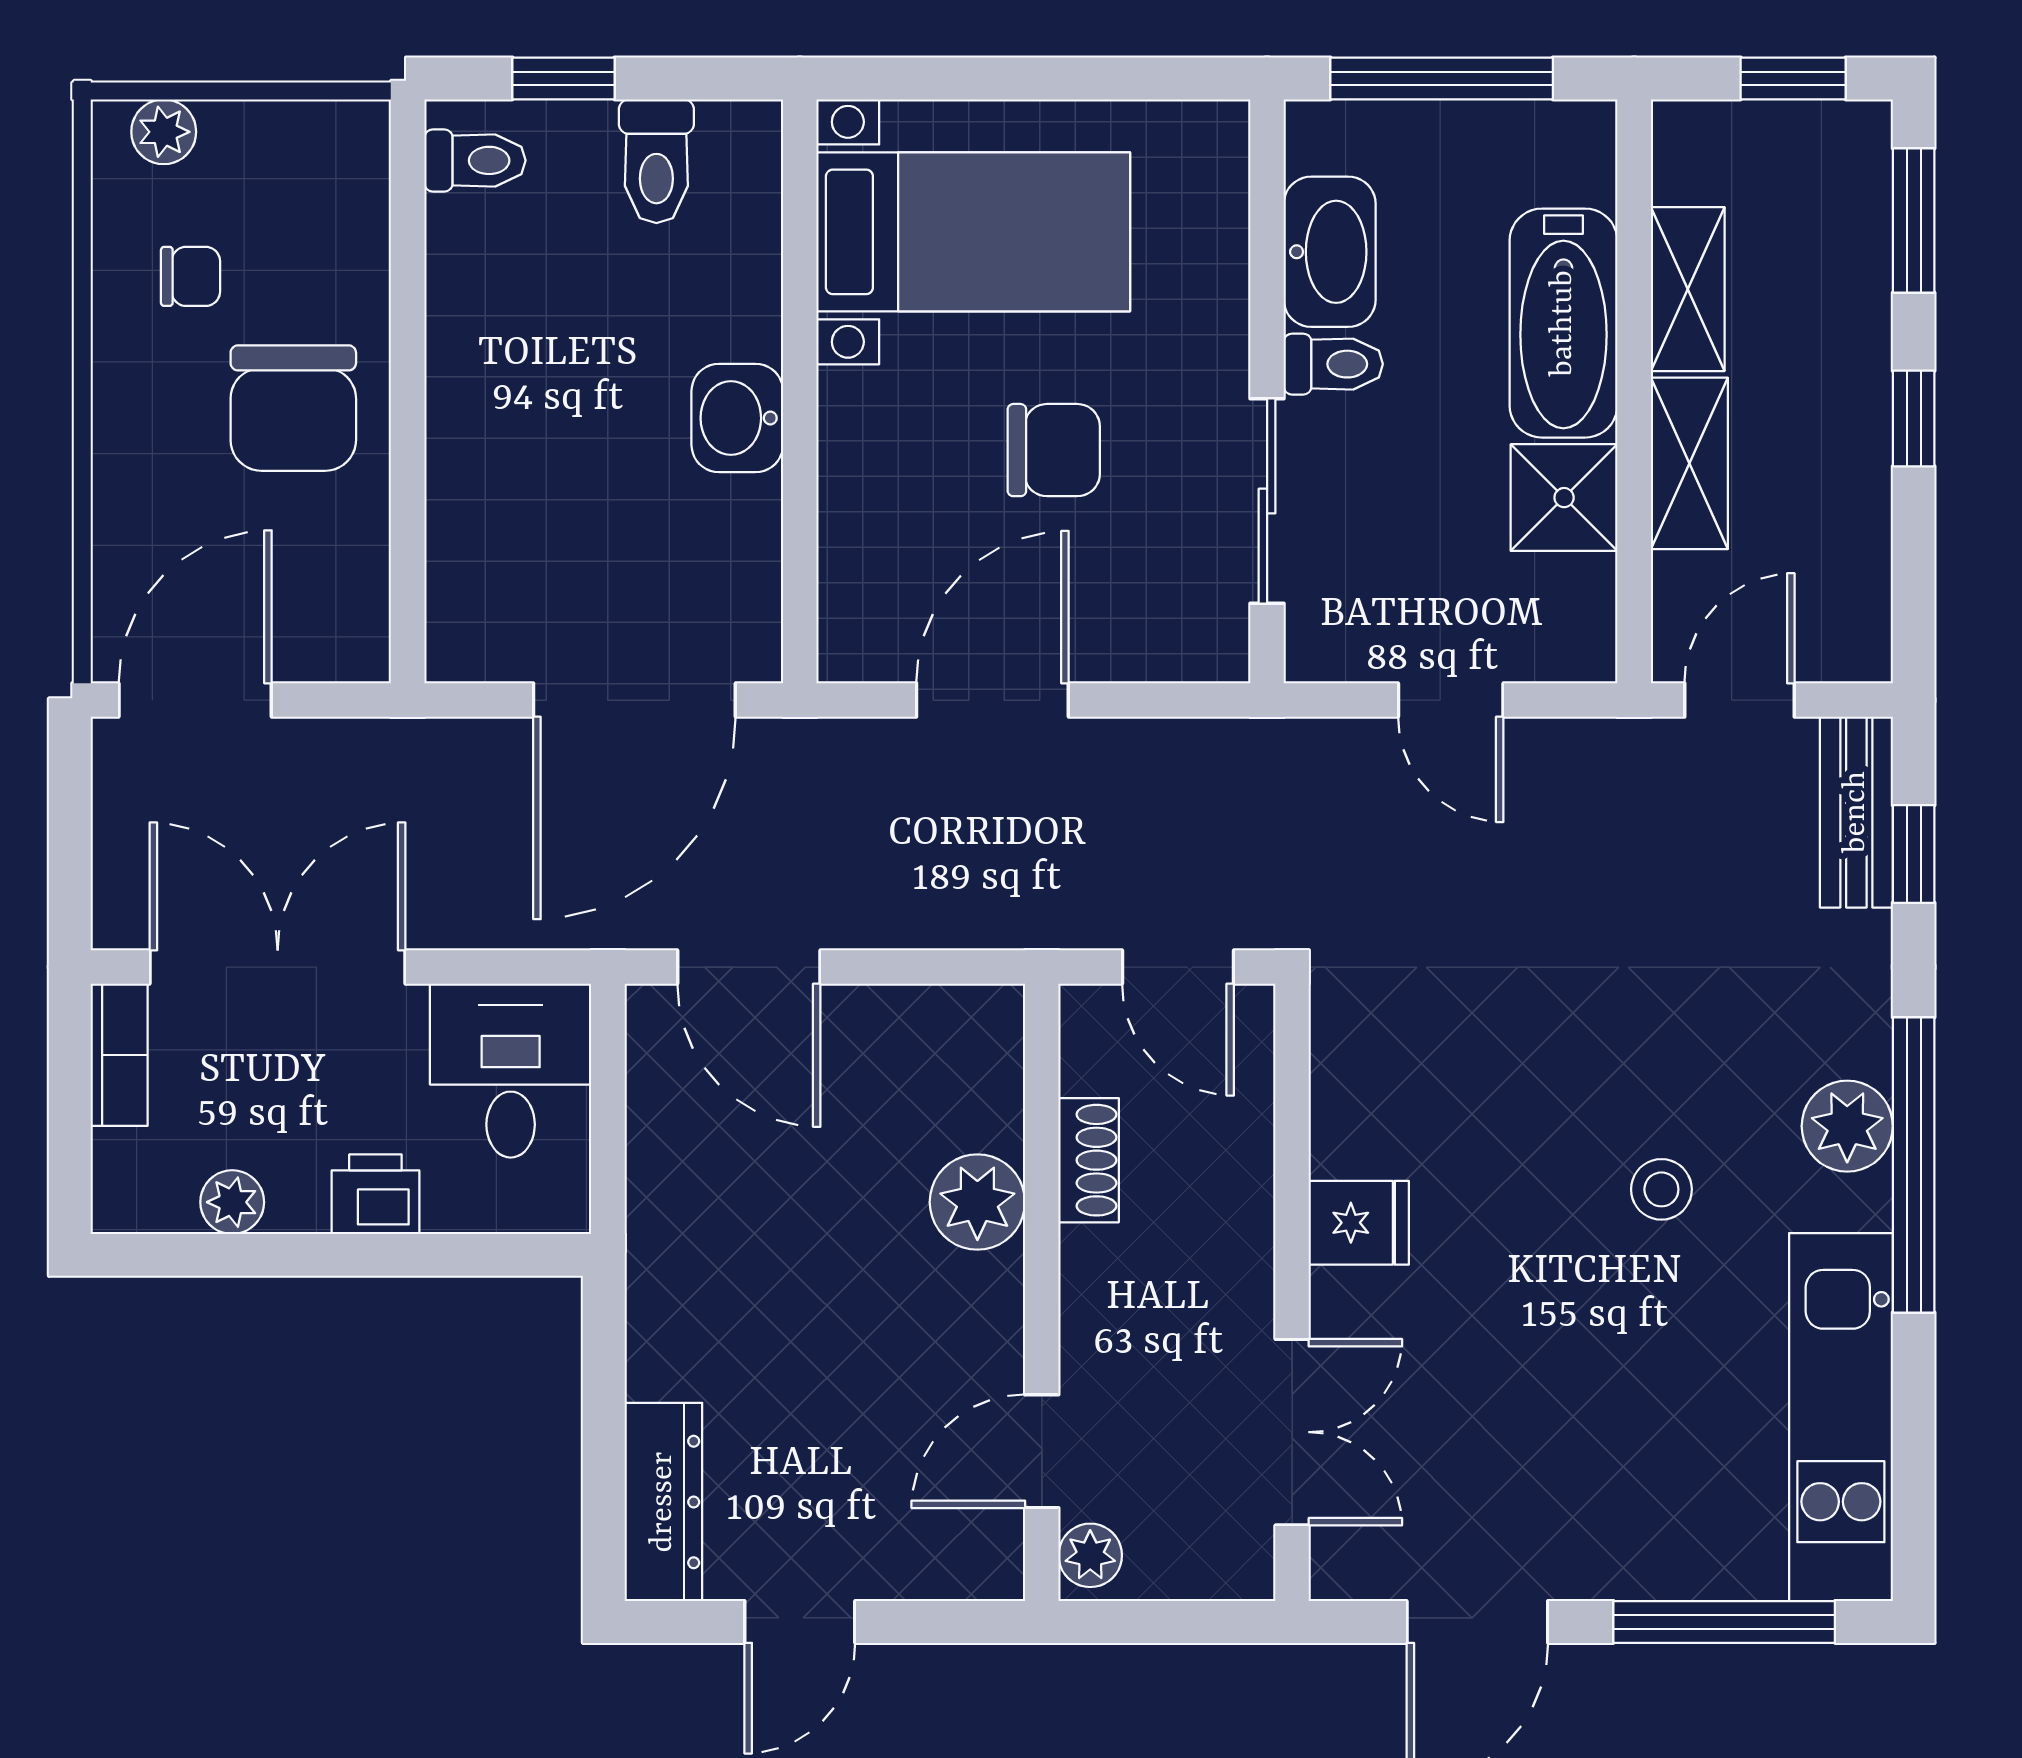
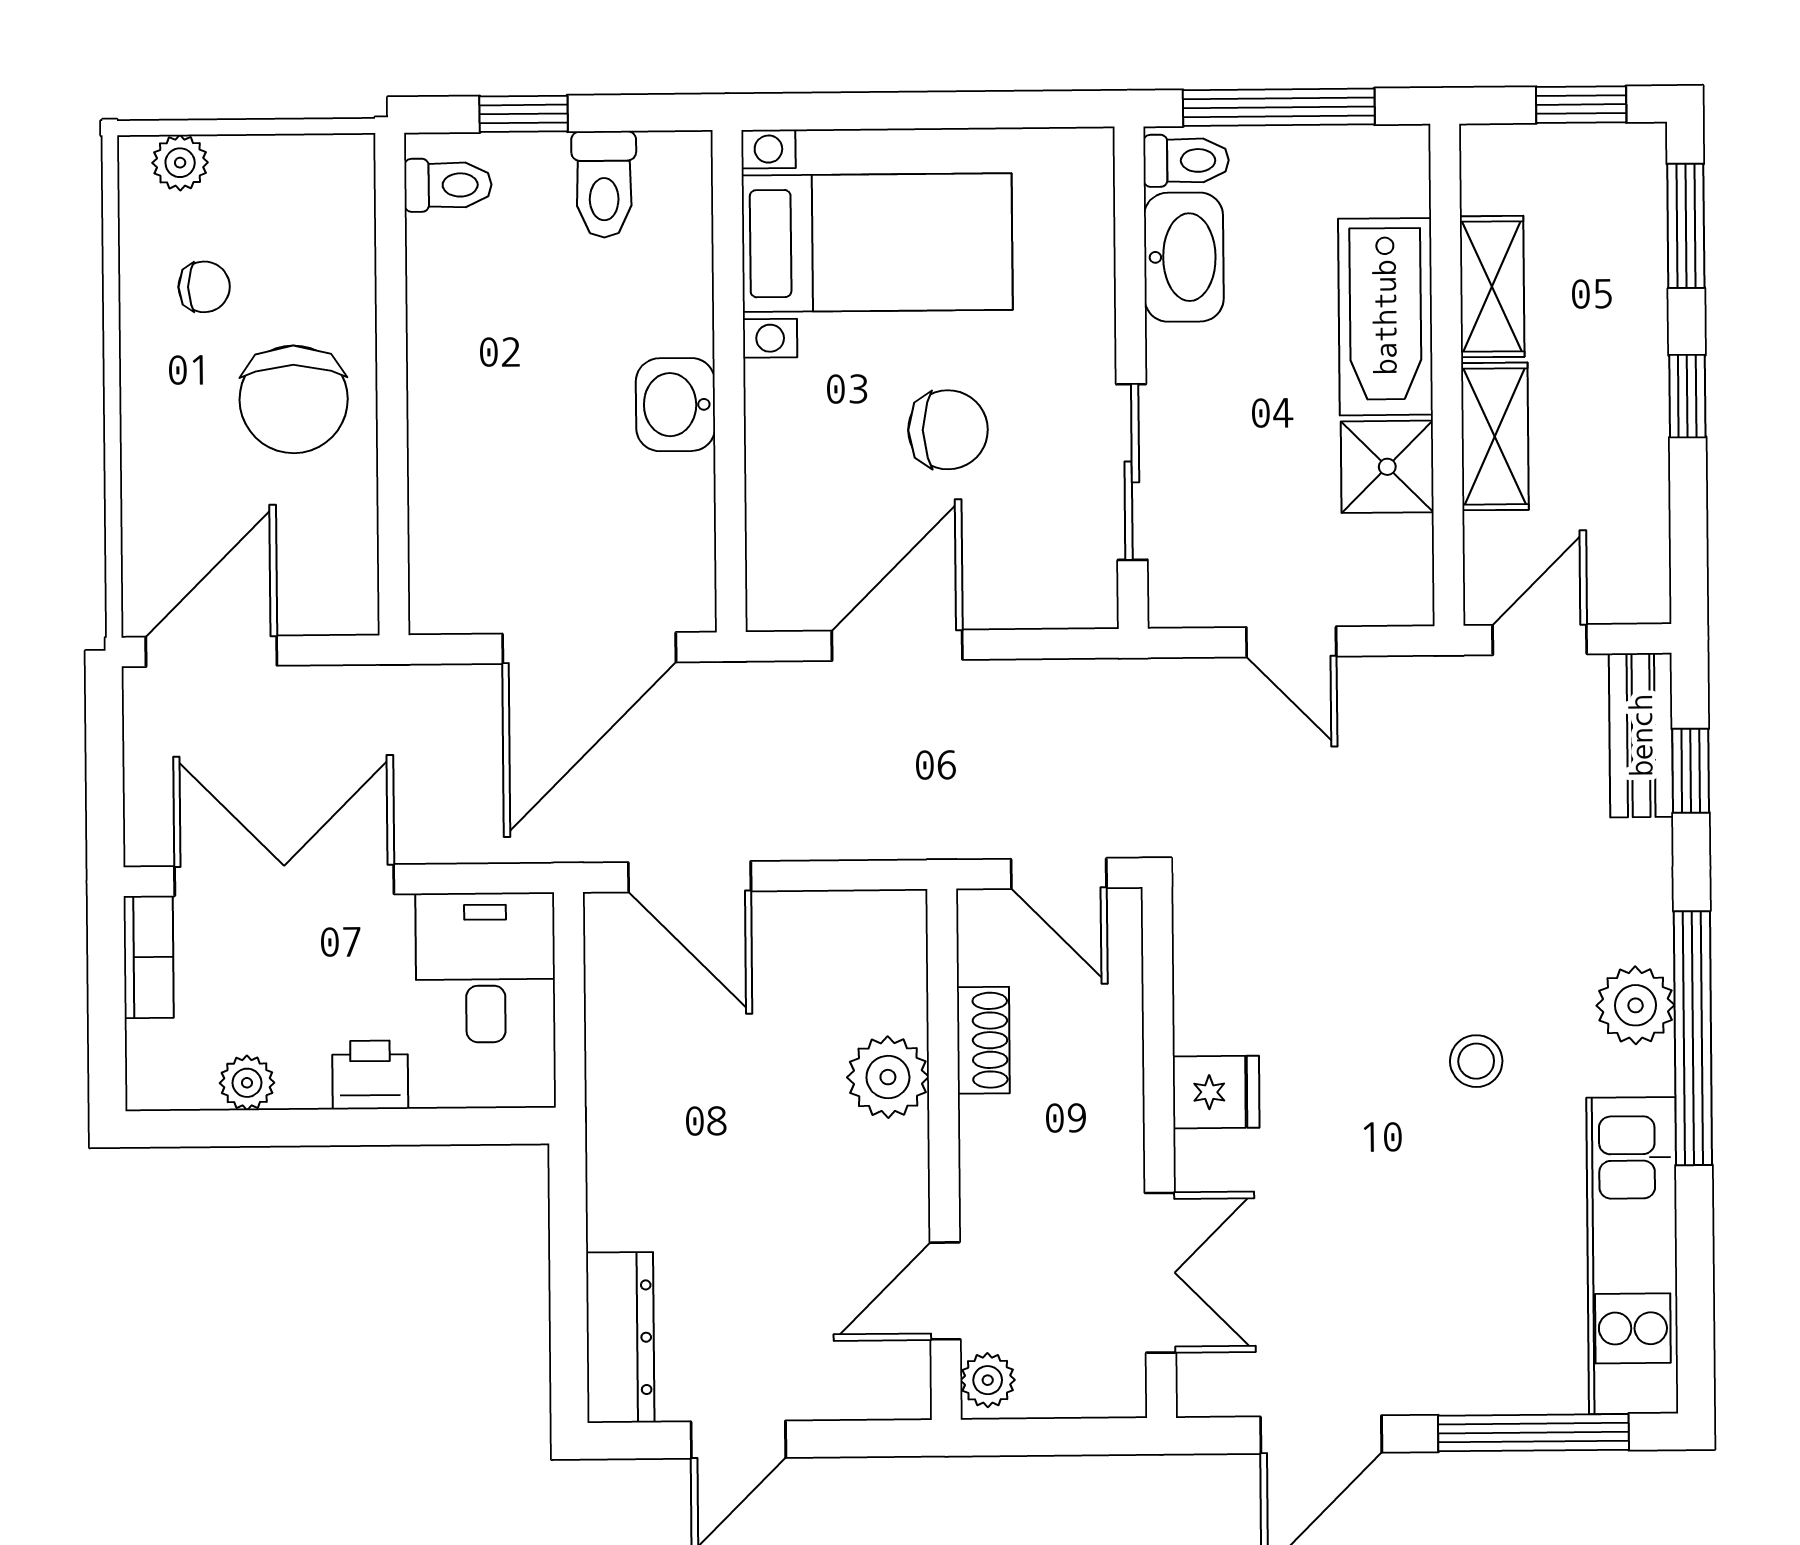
toilet: (1333, 364) -> (1186, 161), moved

